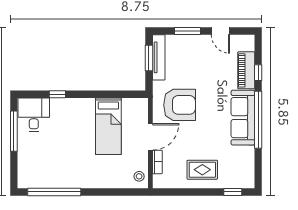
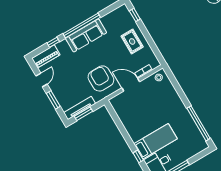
piano: (246, 70) -> (46, 56), moved
bed: (108, 126) -> (155, 141), moved

